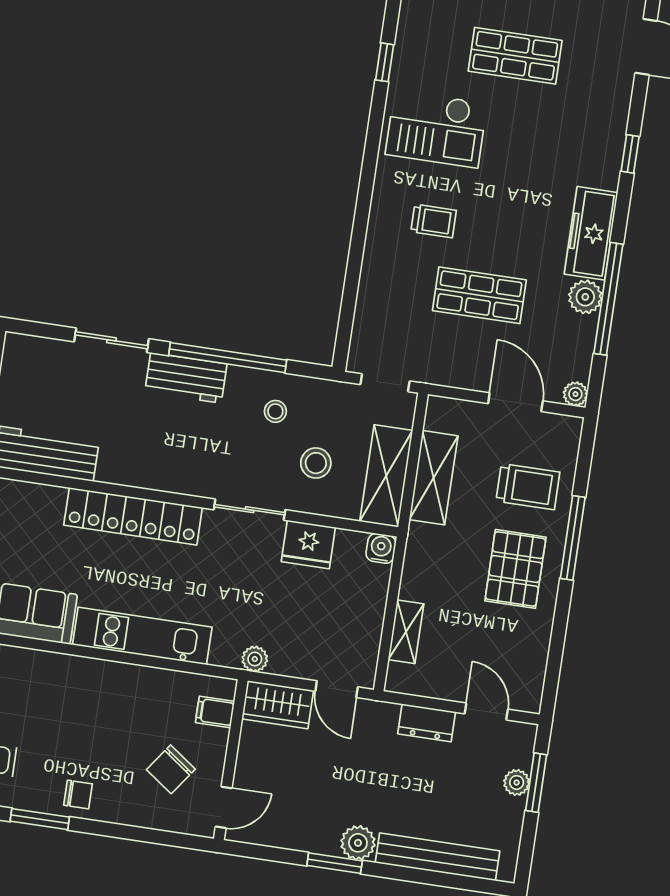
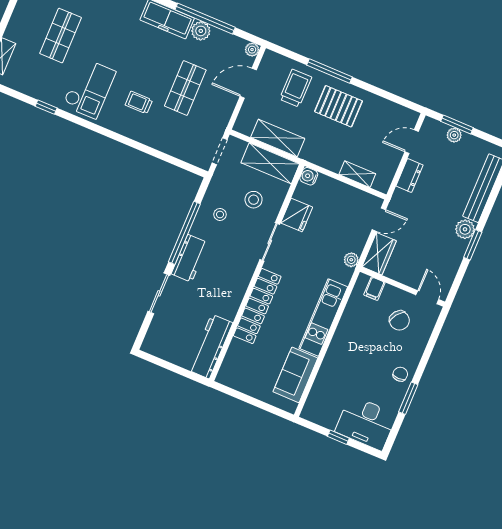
trolley: (434, 221) -> (139, 103), turned -90

